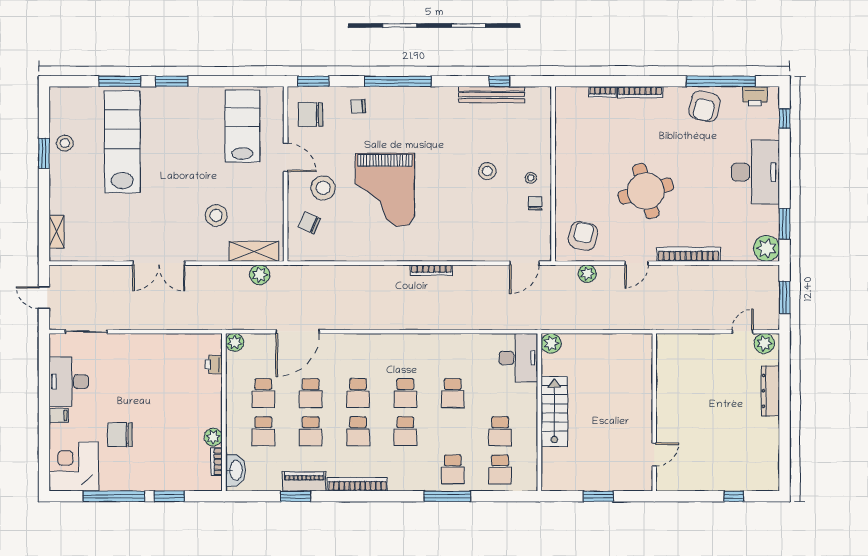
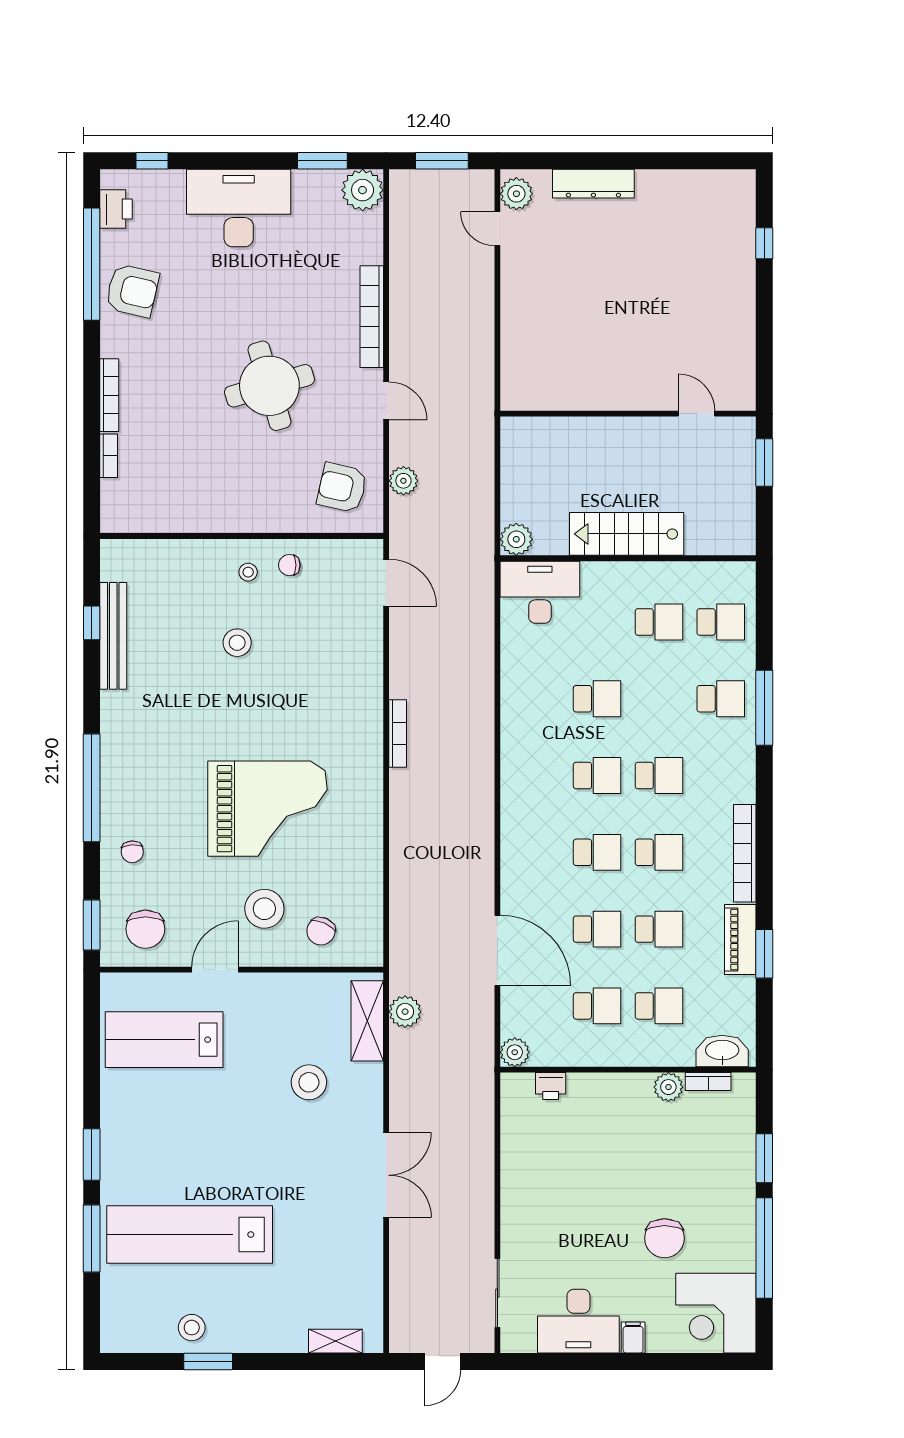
wall: (654, 412) -> (628, 414), moved
door: (654, 455) -> (697, 414), moved

